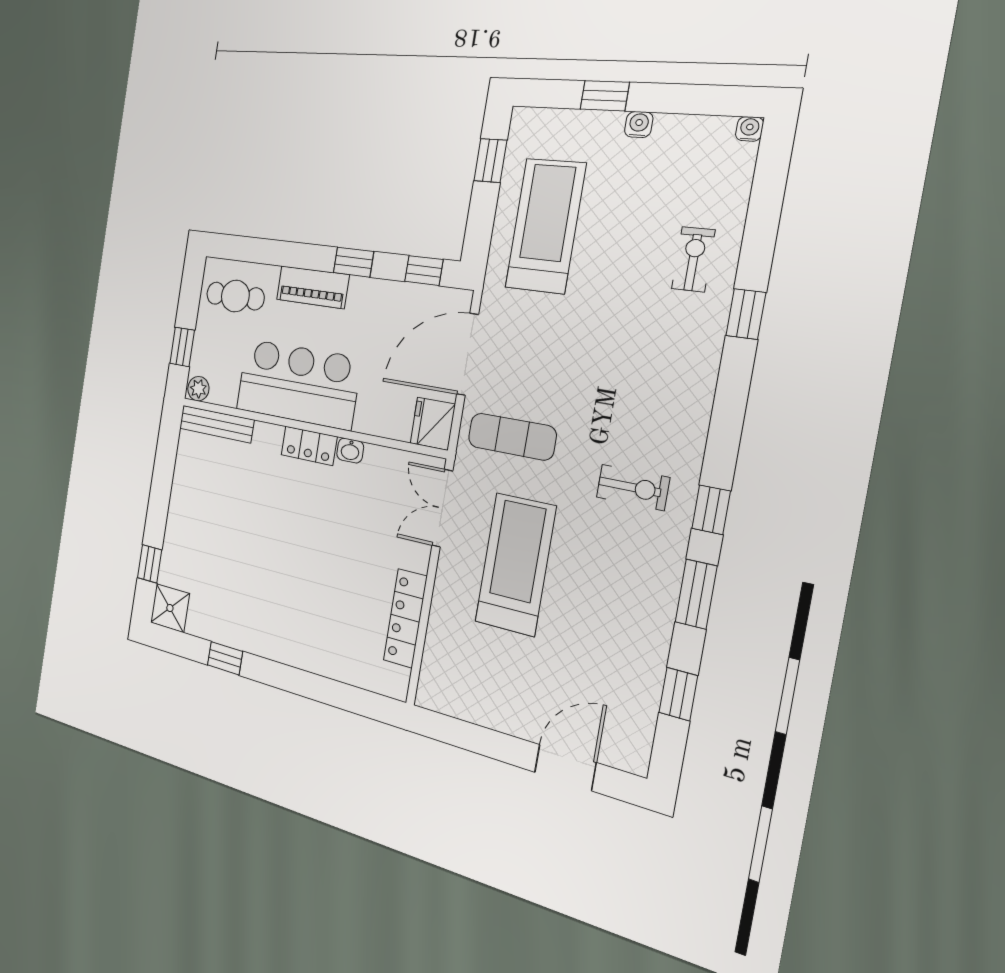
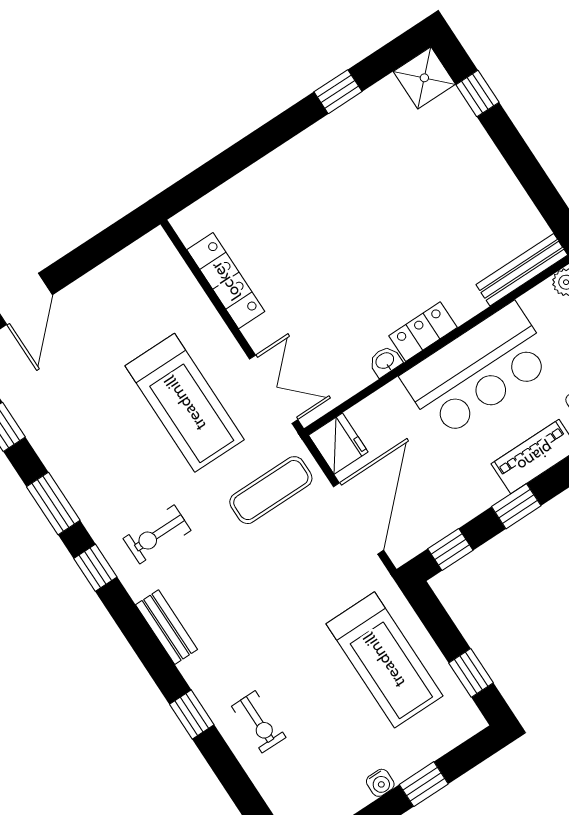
bench: (697, 406) -> (167, 627), added

